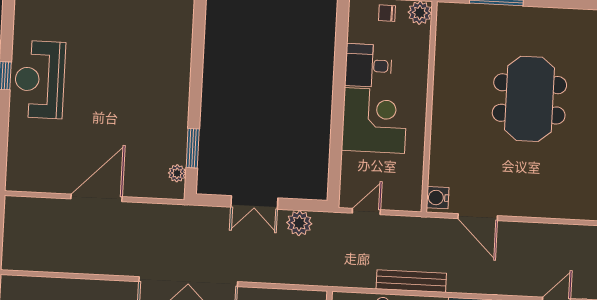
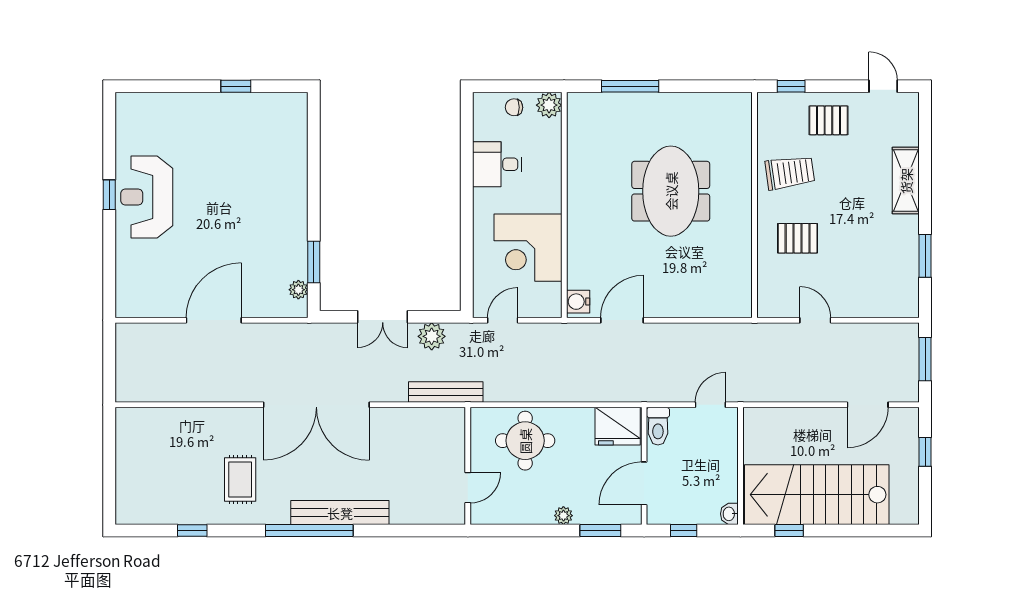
corner desk: (374, 121) -> (528, 248), moved, turned 180
door: (478, 217) -> (622, 320), swing flipped
bench: (411, 281) -> (446, 392), moved

